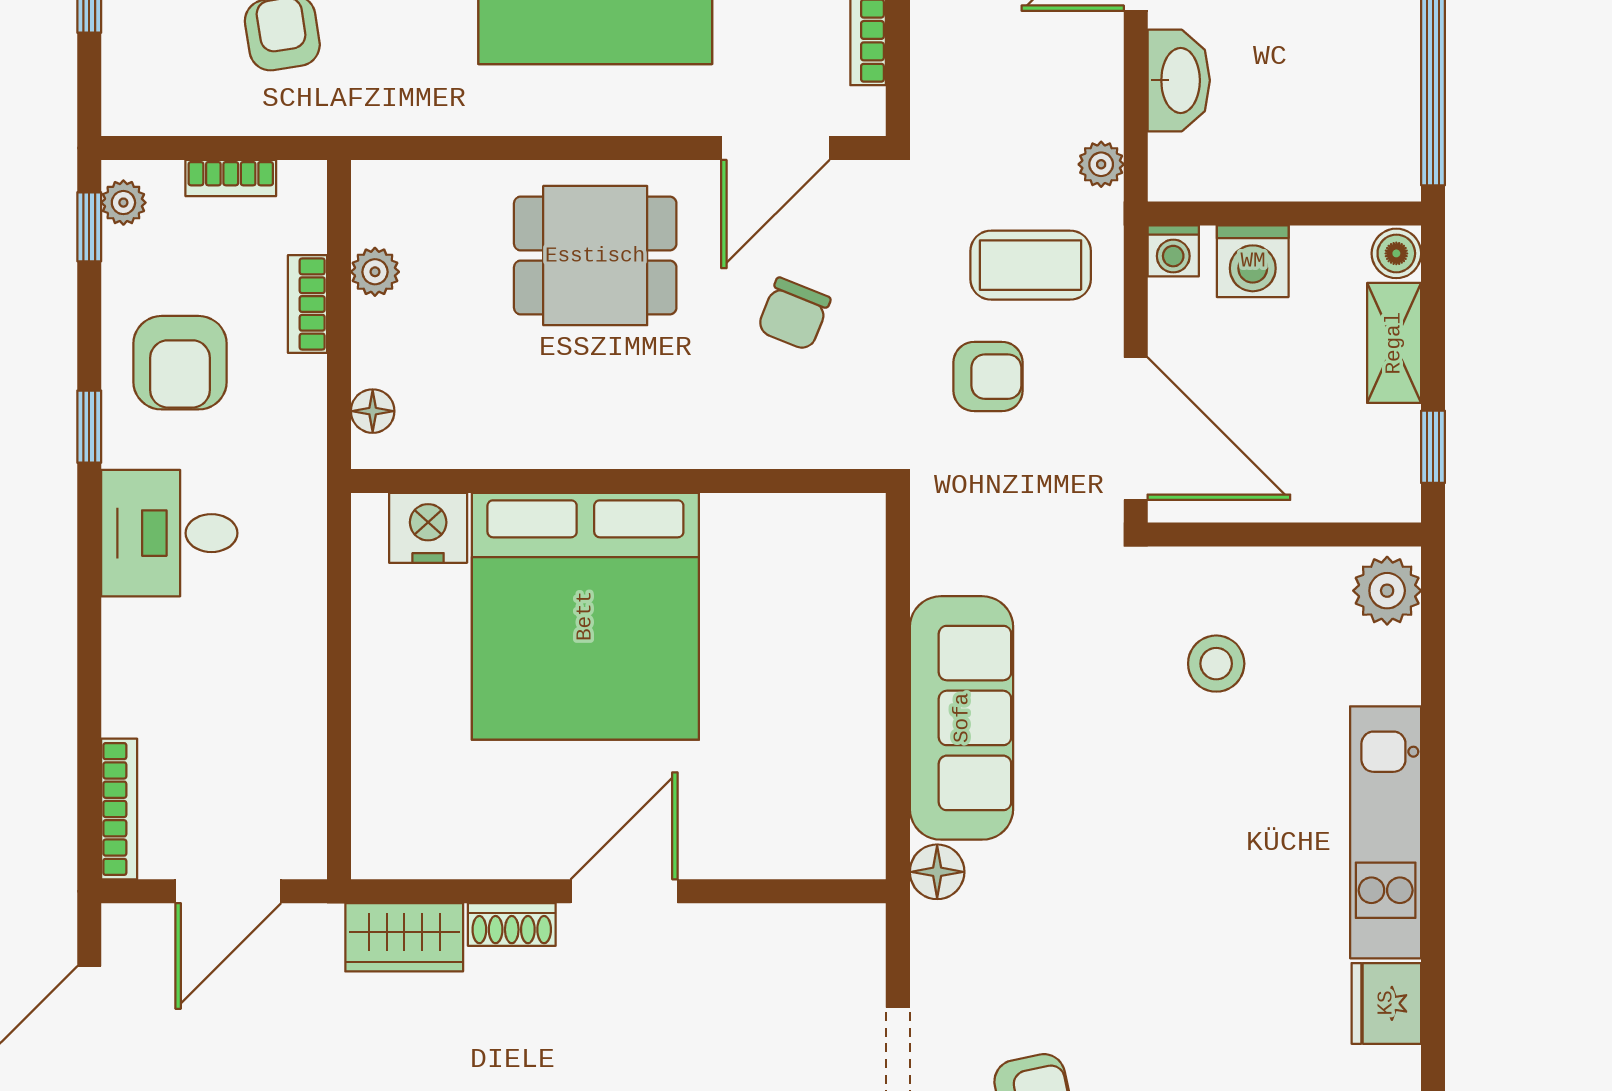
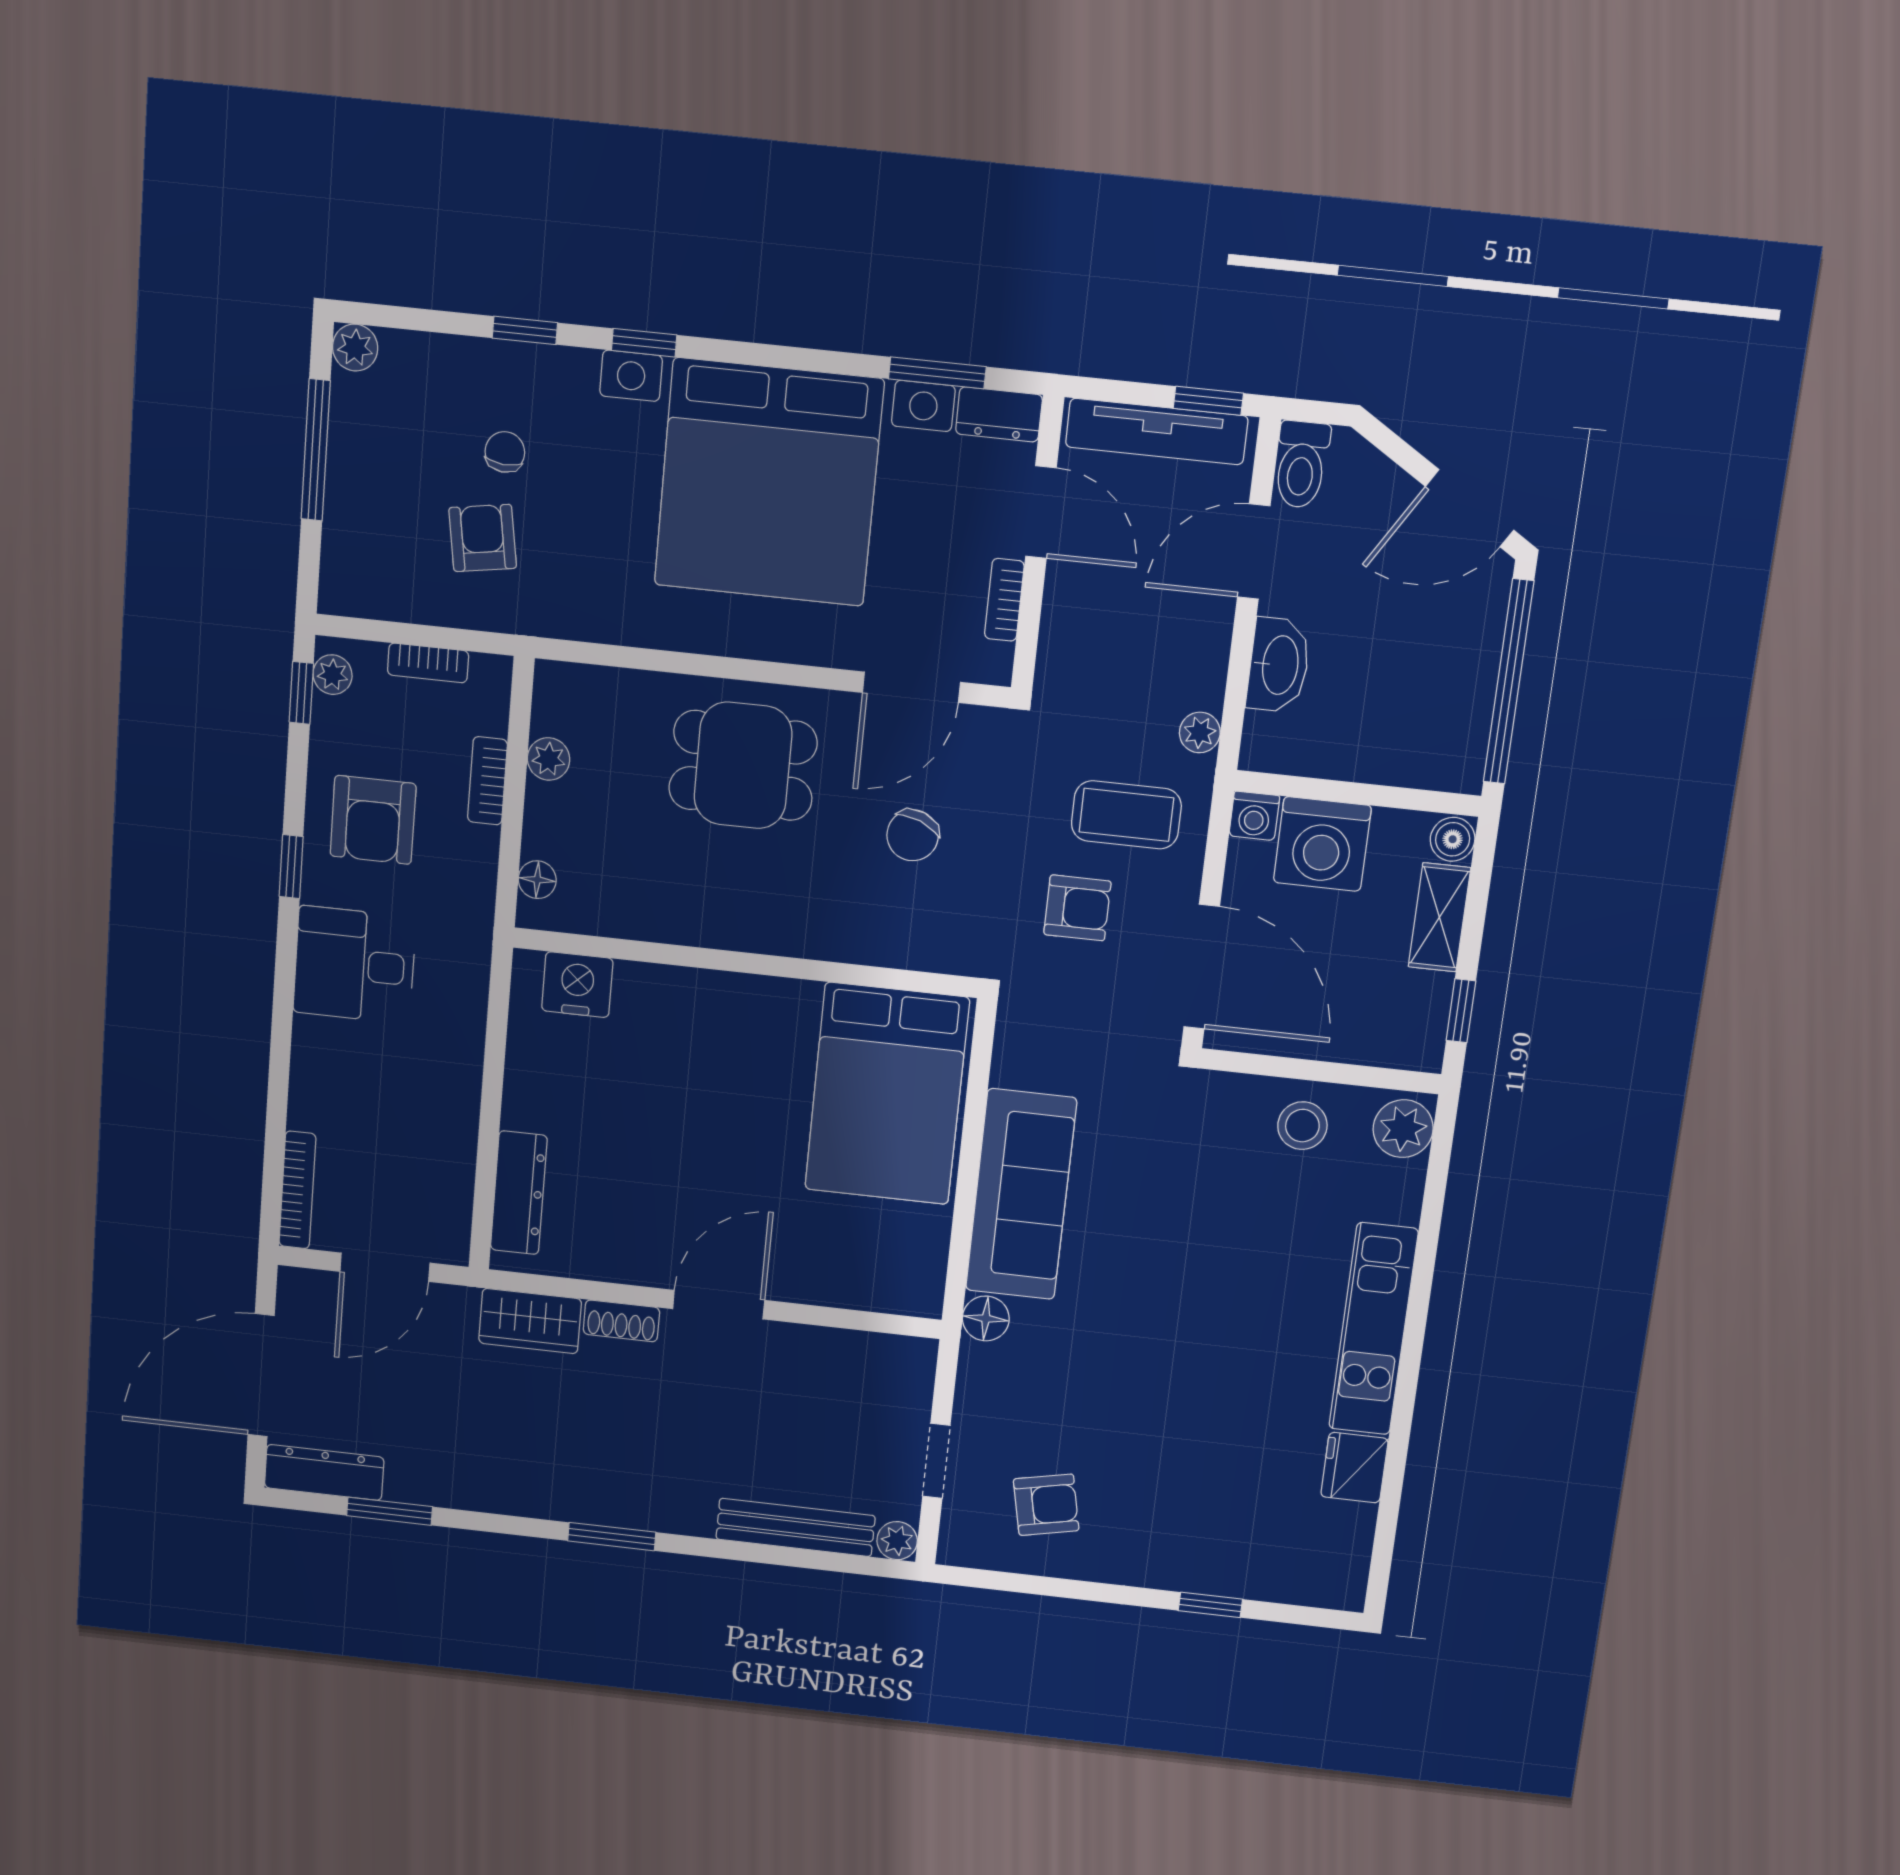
washing machine: (1253, 261) -> (1322, 844), width x1.37, depth x1.37
bed: (585, 616) -> (887, 1094), moved, width x0.73
stool: (1216, 664) -> (1302, 1126), moved
dresser: (379, 783) -> (519, 1193), added

